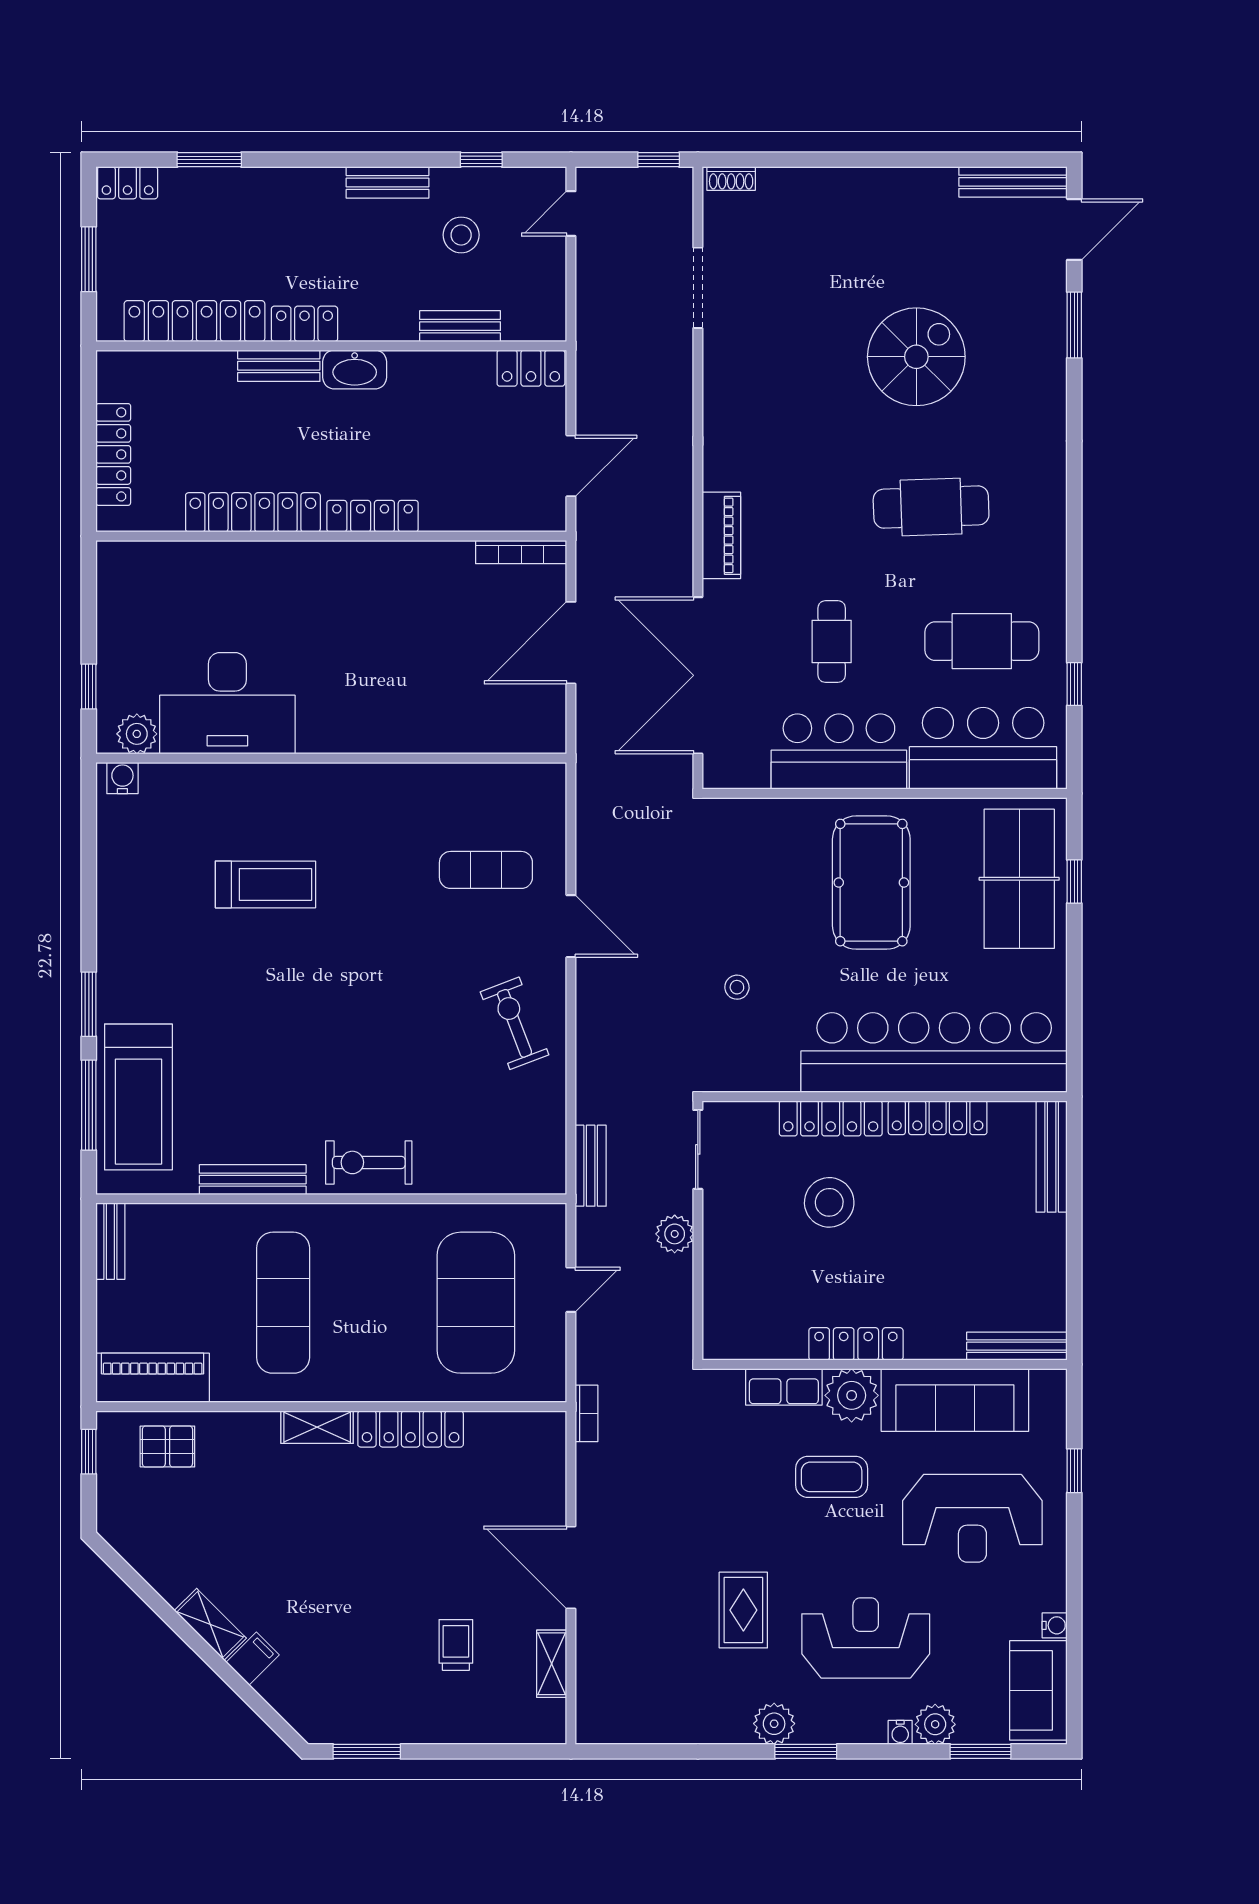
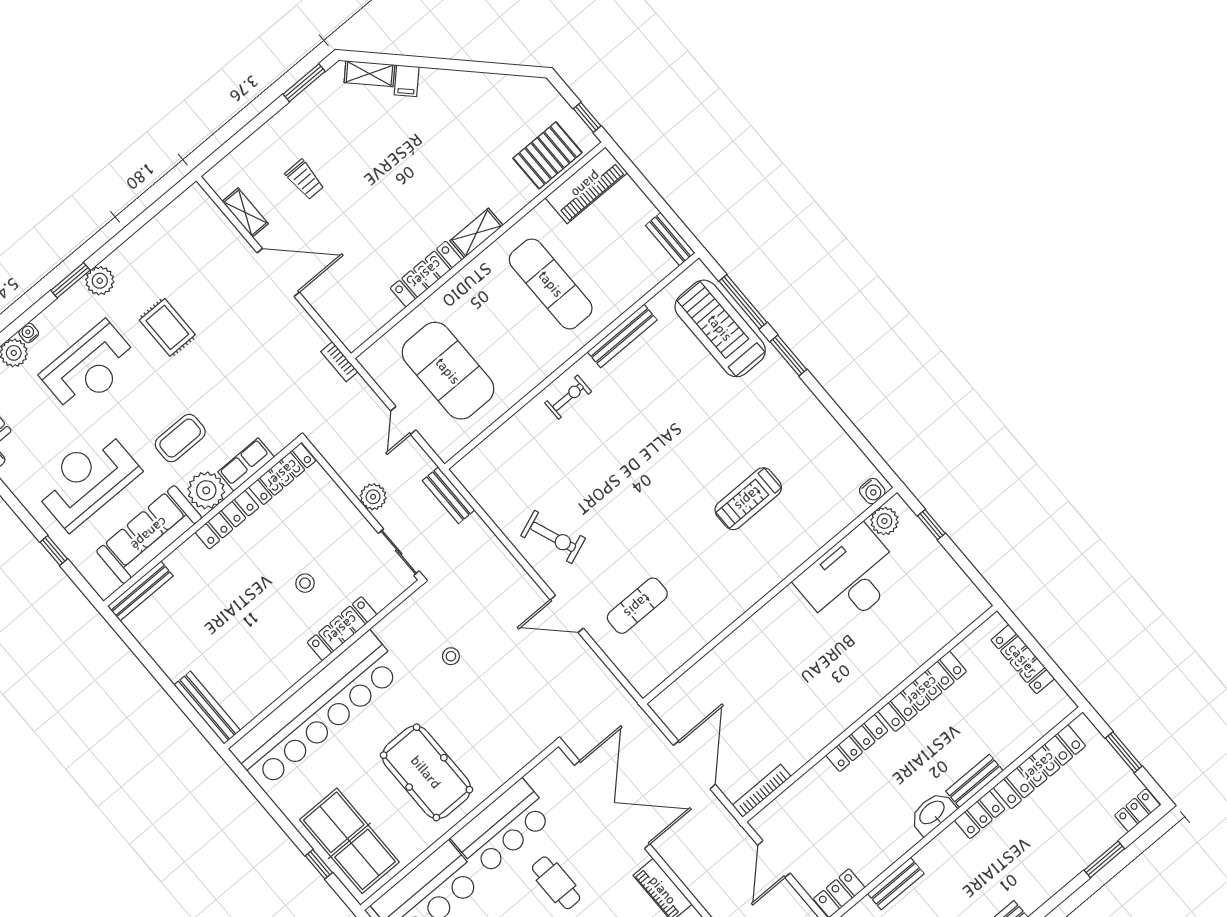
locker: (938, 1118) -> (282, 474), moved, turned 180
exercise bike: (369, 1162) -> (568, 397), width x0.73, depth x0.72
stool: (829, 1202) -> (305, 583), width x0.53, depth x0.53
pallet: (167, 1446) -> (548, 155), width x1.50, depth x1.42
shelving: (210, 1624) -> (369, 74), moved

